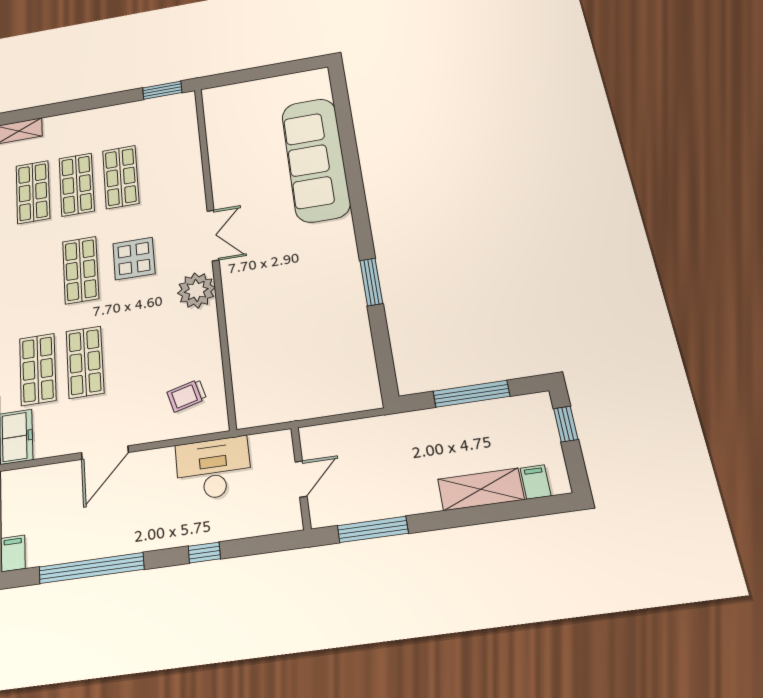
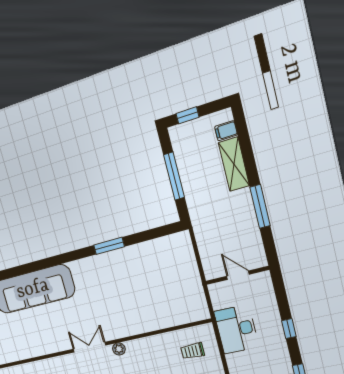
plant: (196, 290) -> (119, 349), width x0.53, depth x0.53
trolley: (187, 396) -> (193, 351), turned 105
window: (373, 529) -> (260, 206), moved

